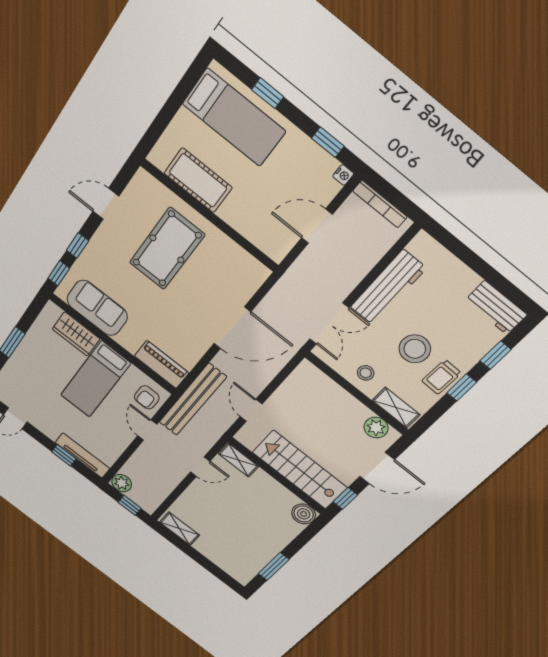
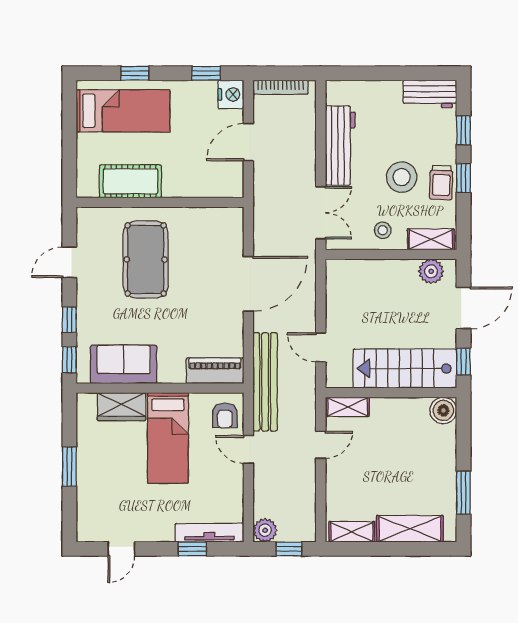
nightstand: (343, 175) -> (231, 94), width x1.89, depth x1.79
shelving: (220, 557) -> (410, 529), added

